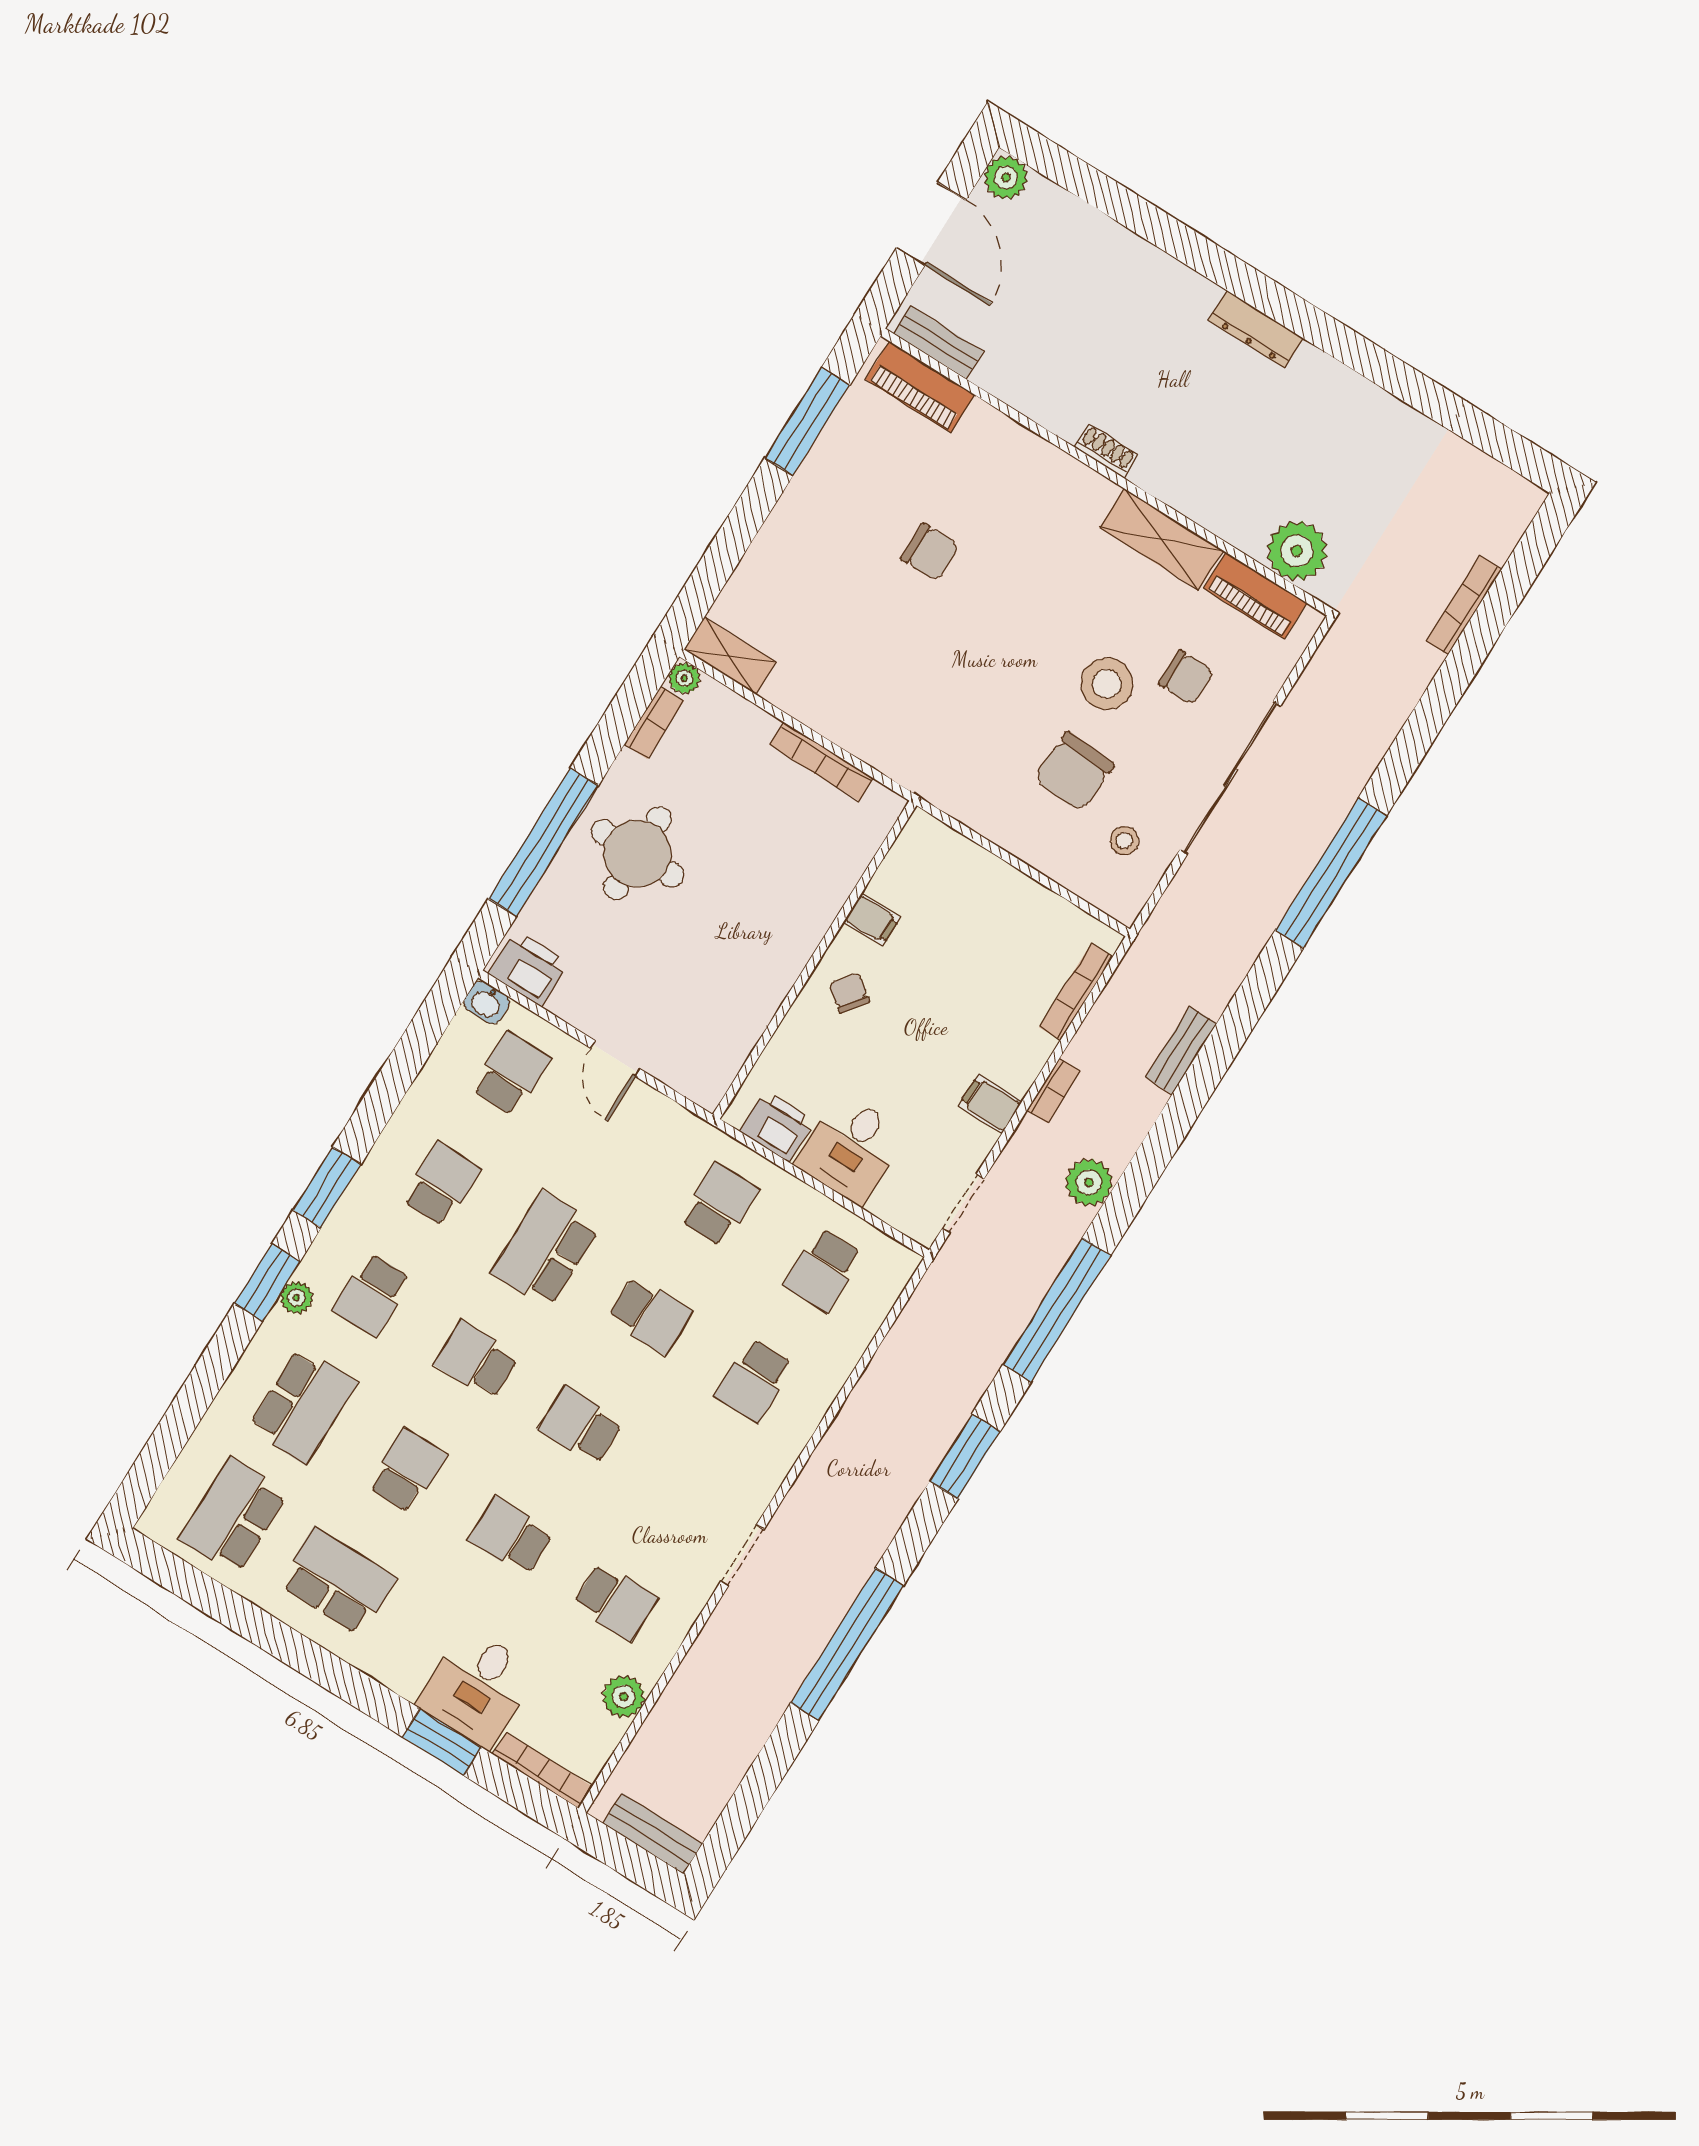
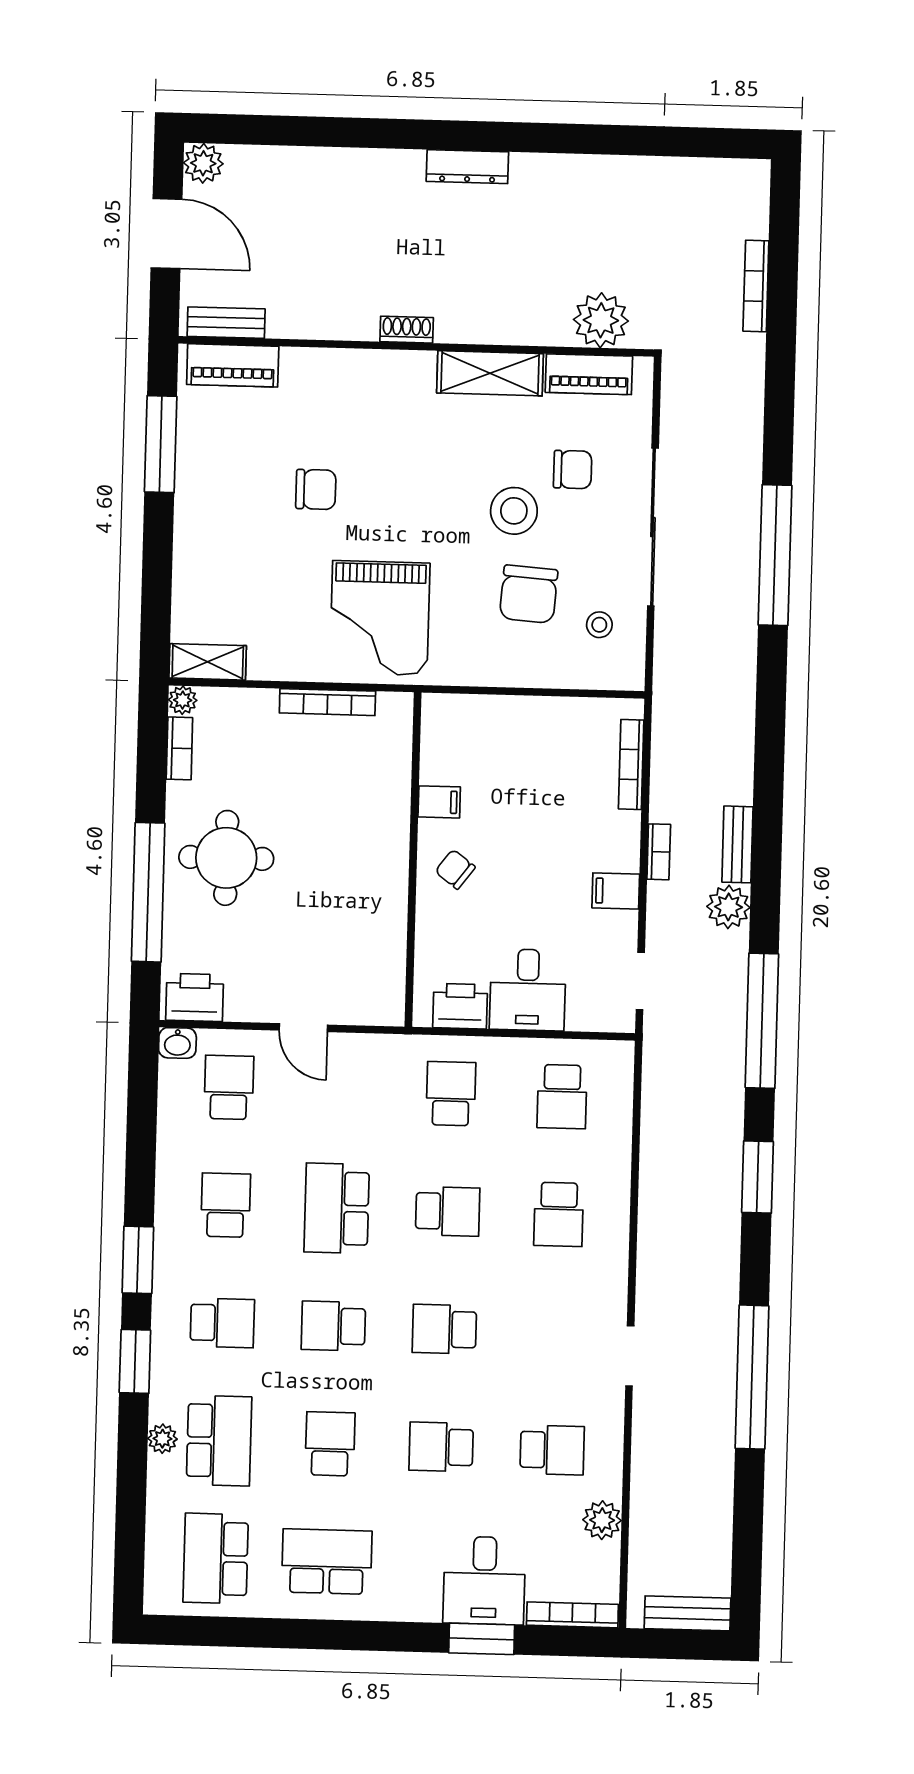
grand piano: (919, 711) -> (380, 618), added
bench: (1181, 1050) -> (737, 844), moved
school desk: (372, 1295) -> (222, 1323), turned -90
plant: (296, 1298) -> (162, 1439), moved

